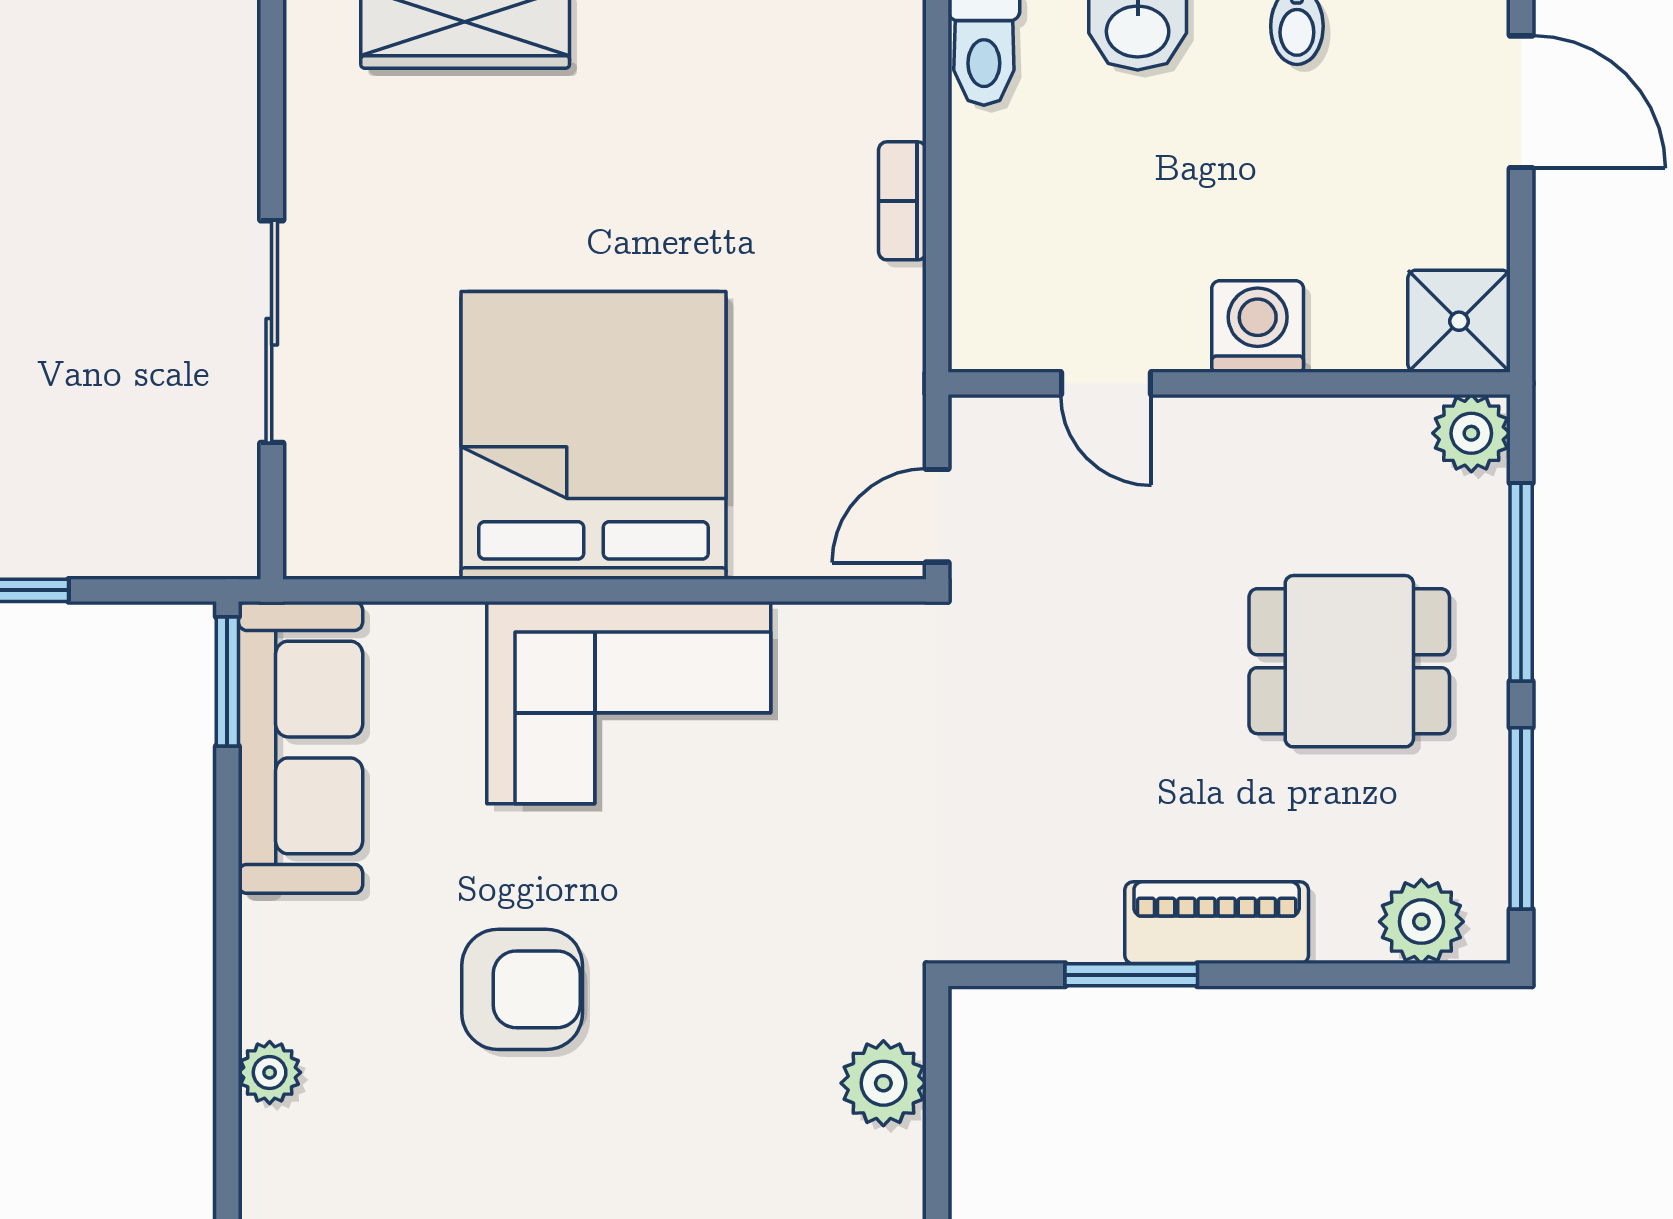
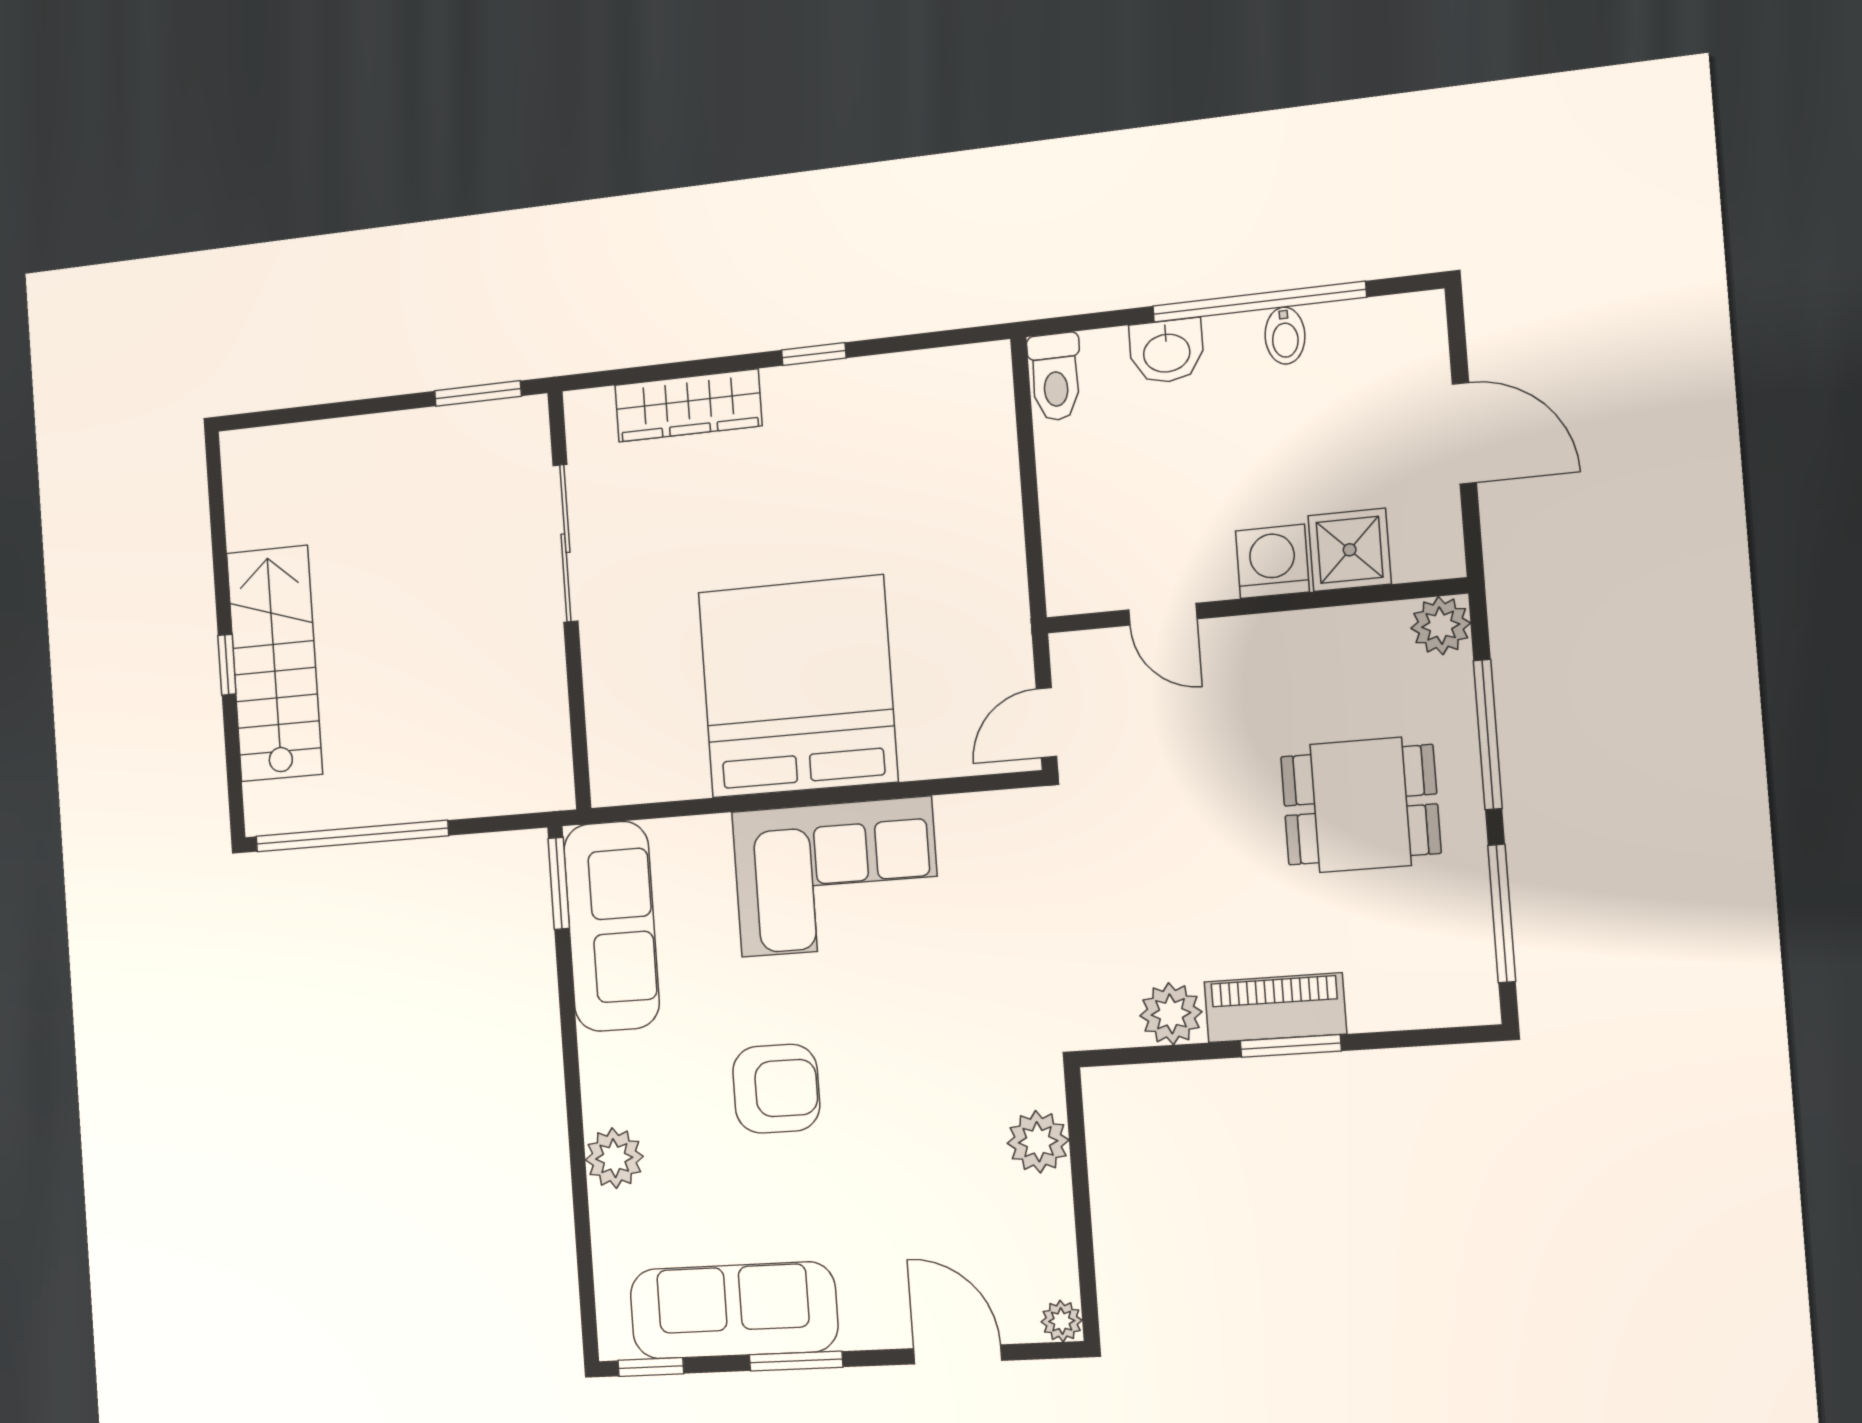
door: (1521, 102) -> (1464, 433), moved
bookcase: (902, 201) -> (1004, 496), removed
shower: (1459, 321) -> (1350, 550), moved
sliding door: (272, 332) -> (565, 543), moved
plant: (1421, 922) -> (1171, 1014), moved
window: (1131, 975) -> (1291, 1046), moved
plant: (270, 1072) -> (614, 1158), width x1.38, depth x1.38

